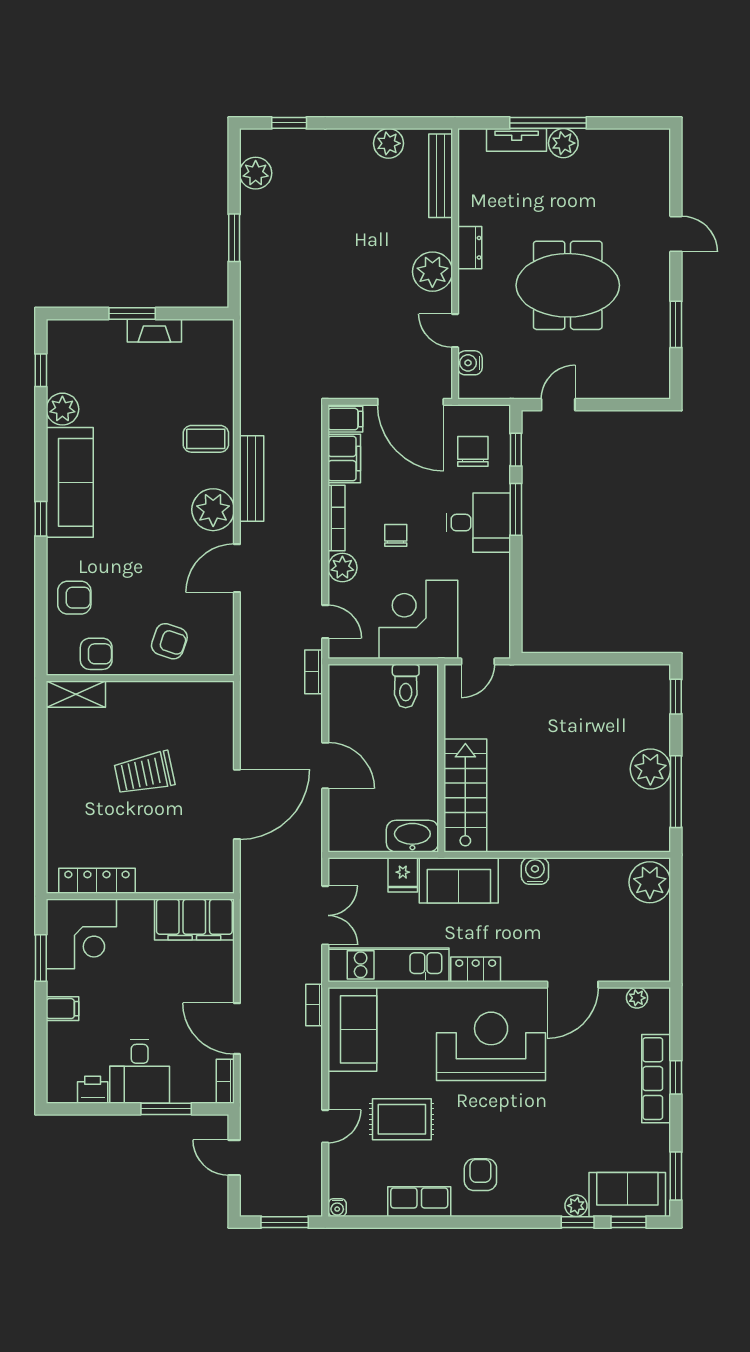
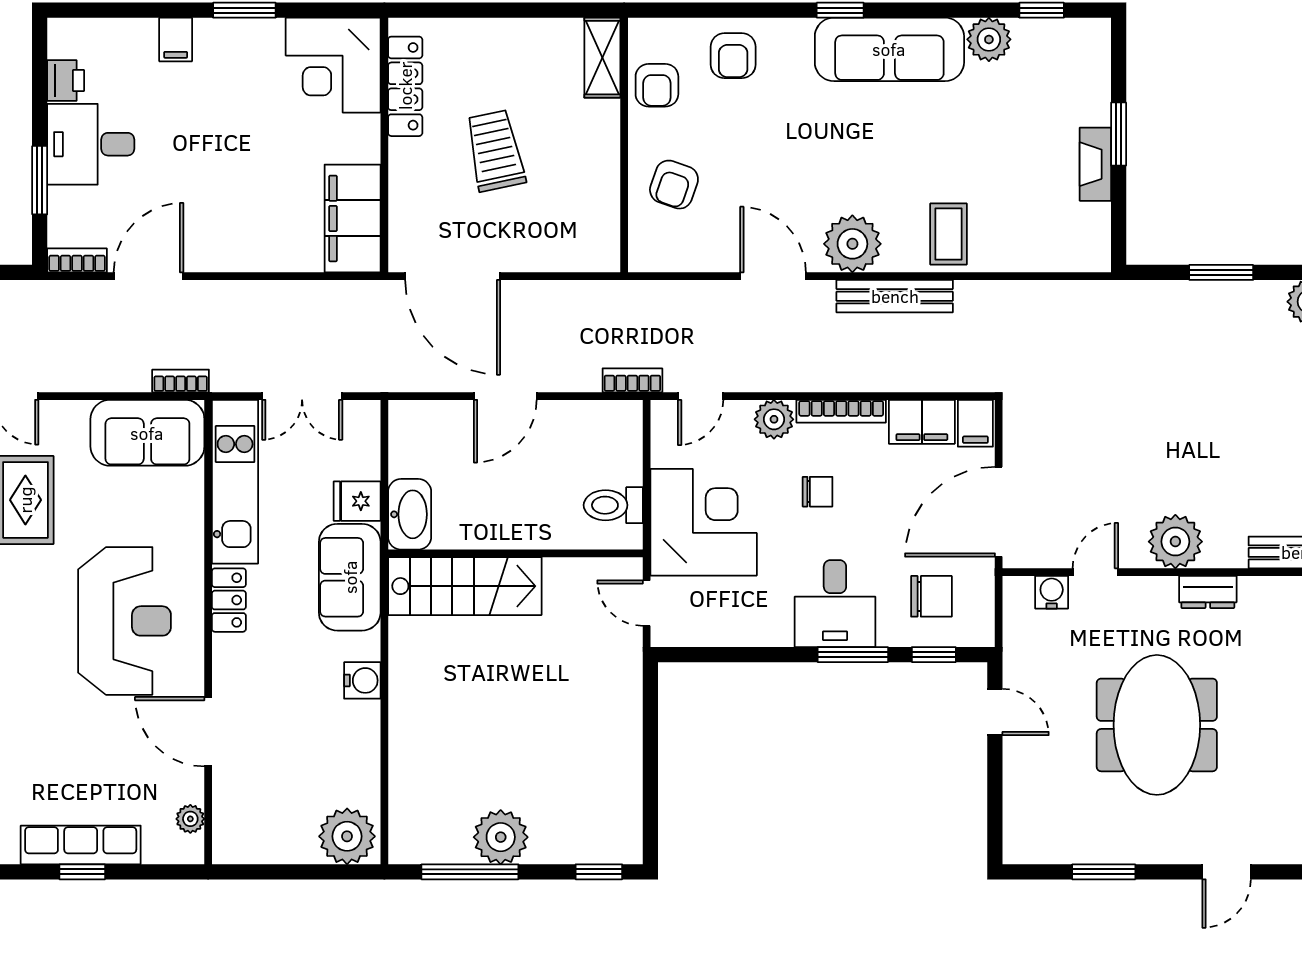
locker: (97, 881) -> (405, 86), moved
wall: (140, 896) -> (384, 145), moved
filing cabinet: (194, 920) -> (353, 218), moved
corner desk: (81, 934) -> (333, 65), moved

